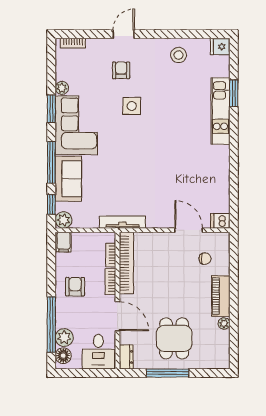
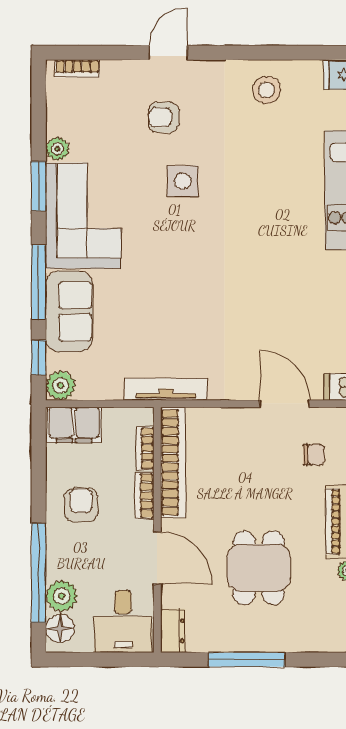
armchair: (121, 70) -> (164, 117), turned -90
filing cabinet: (64, 242) -> (74, 425), width x2.00
dining table: (174, 338) -> (259, 568), moved

